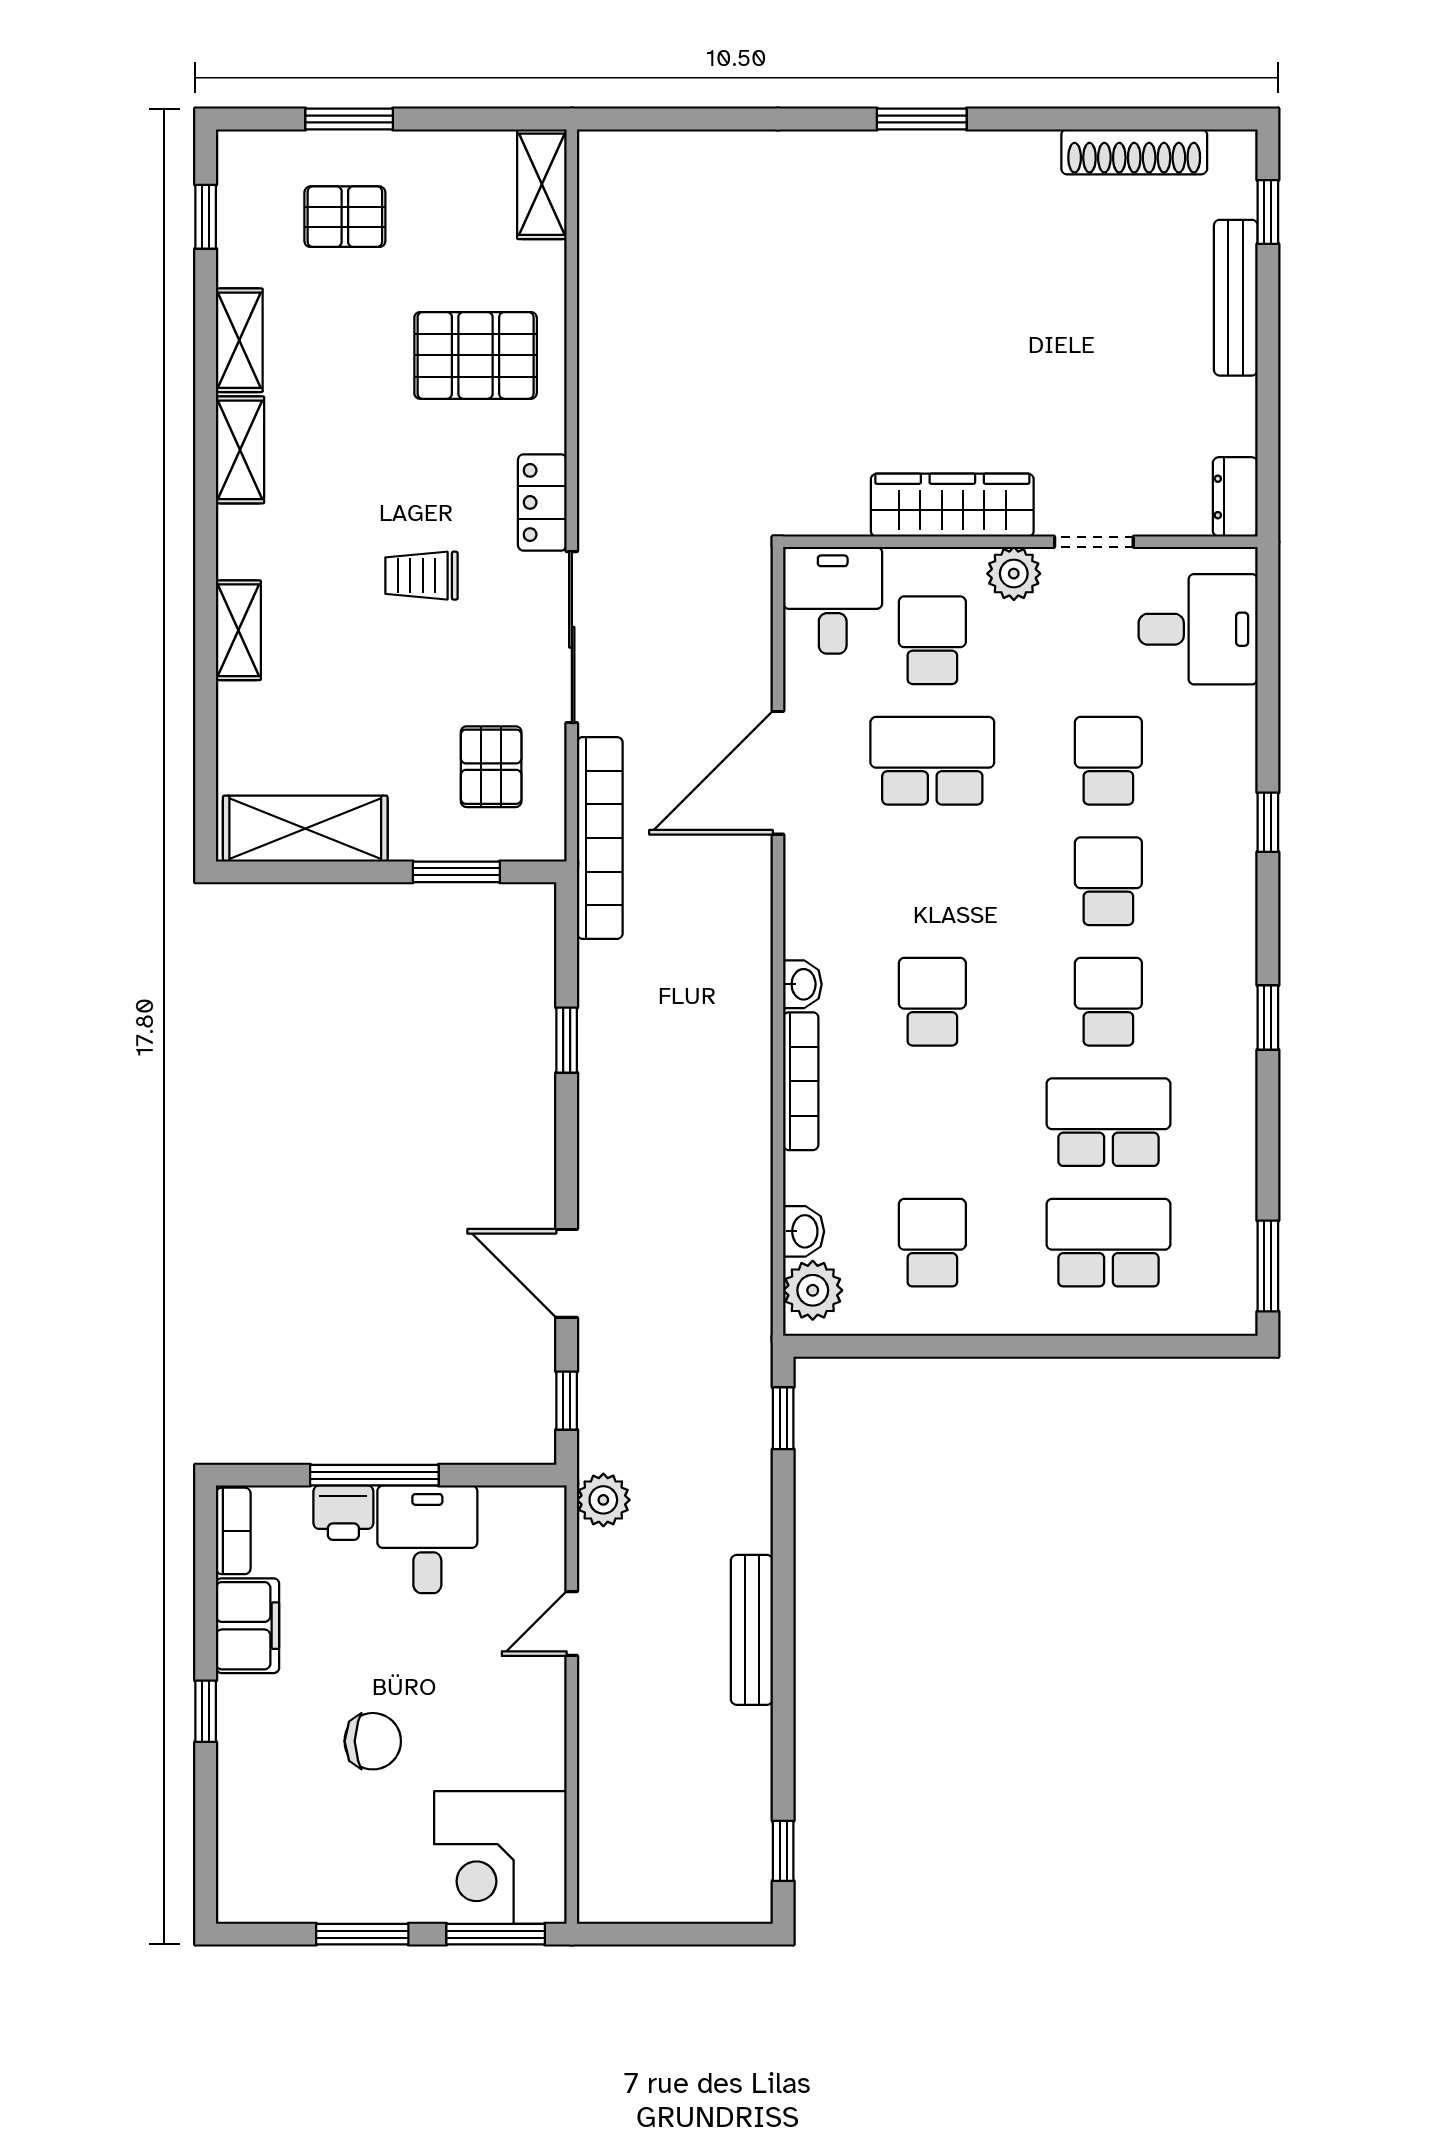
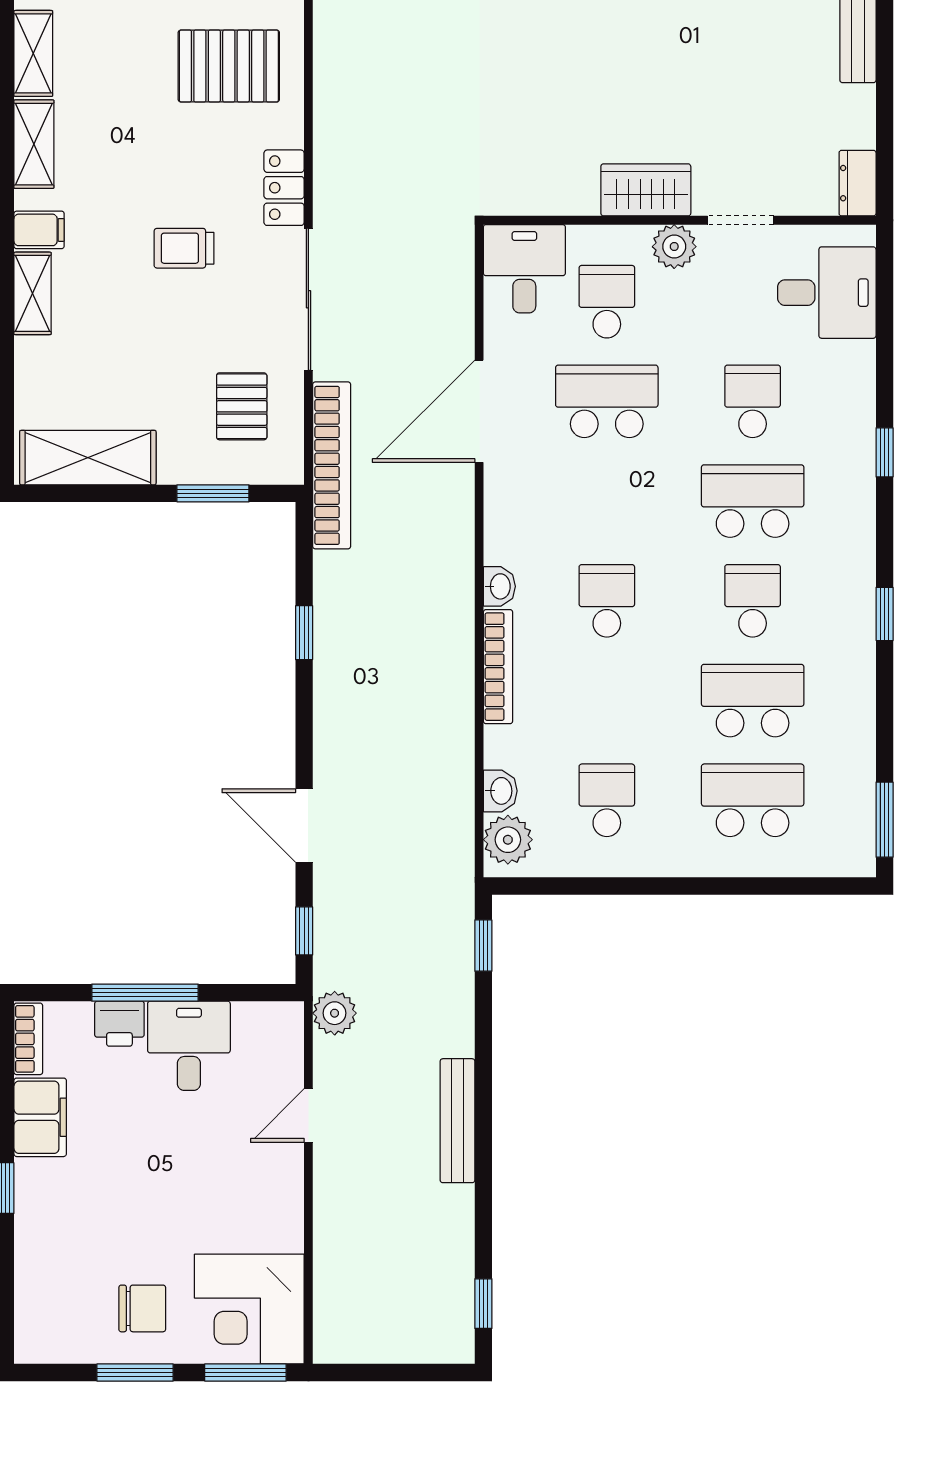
wardrobe: (952, 505) -> (646, 190), width x0.67
filing cabinet: (246, 554) -> (39, 230), added
school desk: (1108, 881) -> (753, 501), width x1.85
chair: (373, 1741) -> (142, 1308), moved

